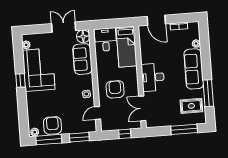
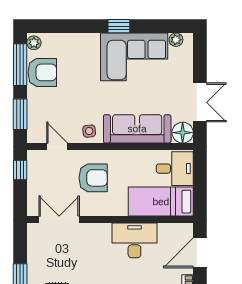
sofa: (82, 59) -> (137, 129), width x1.36
desk: (153, 77) -> (134, 240), moved
window: (125, 134) -> (20, 170), moved

